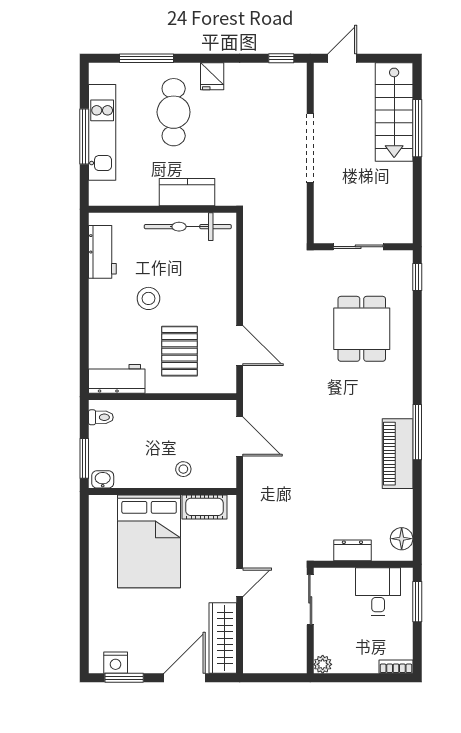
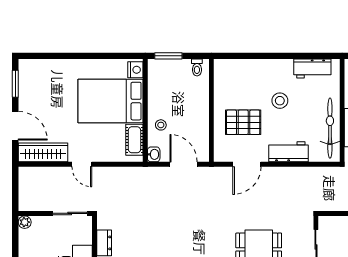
workbench: (117, 379) -> (288, 152), moved, turned -90
door: (240, 437) -> (184, 164), swing flipped
washbasin: (103, 479) -> (154, 154), moved
nightstand: (116, 663) -> (135, 70), moved, turned 180

